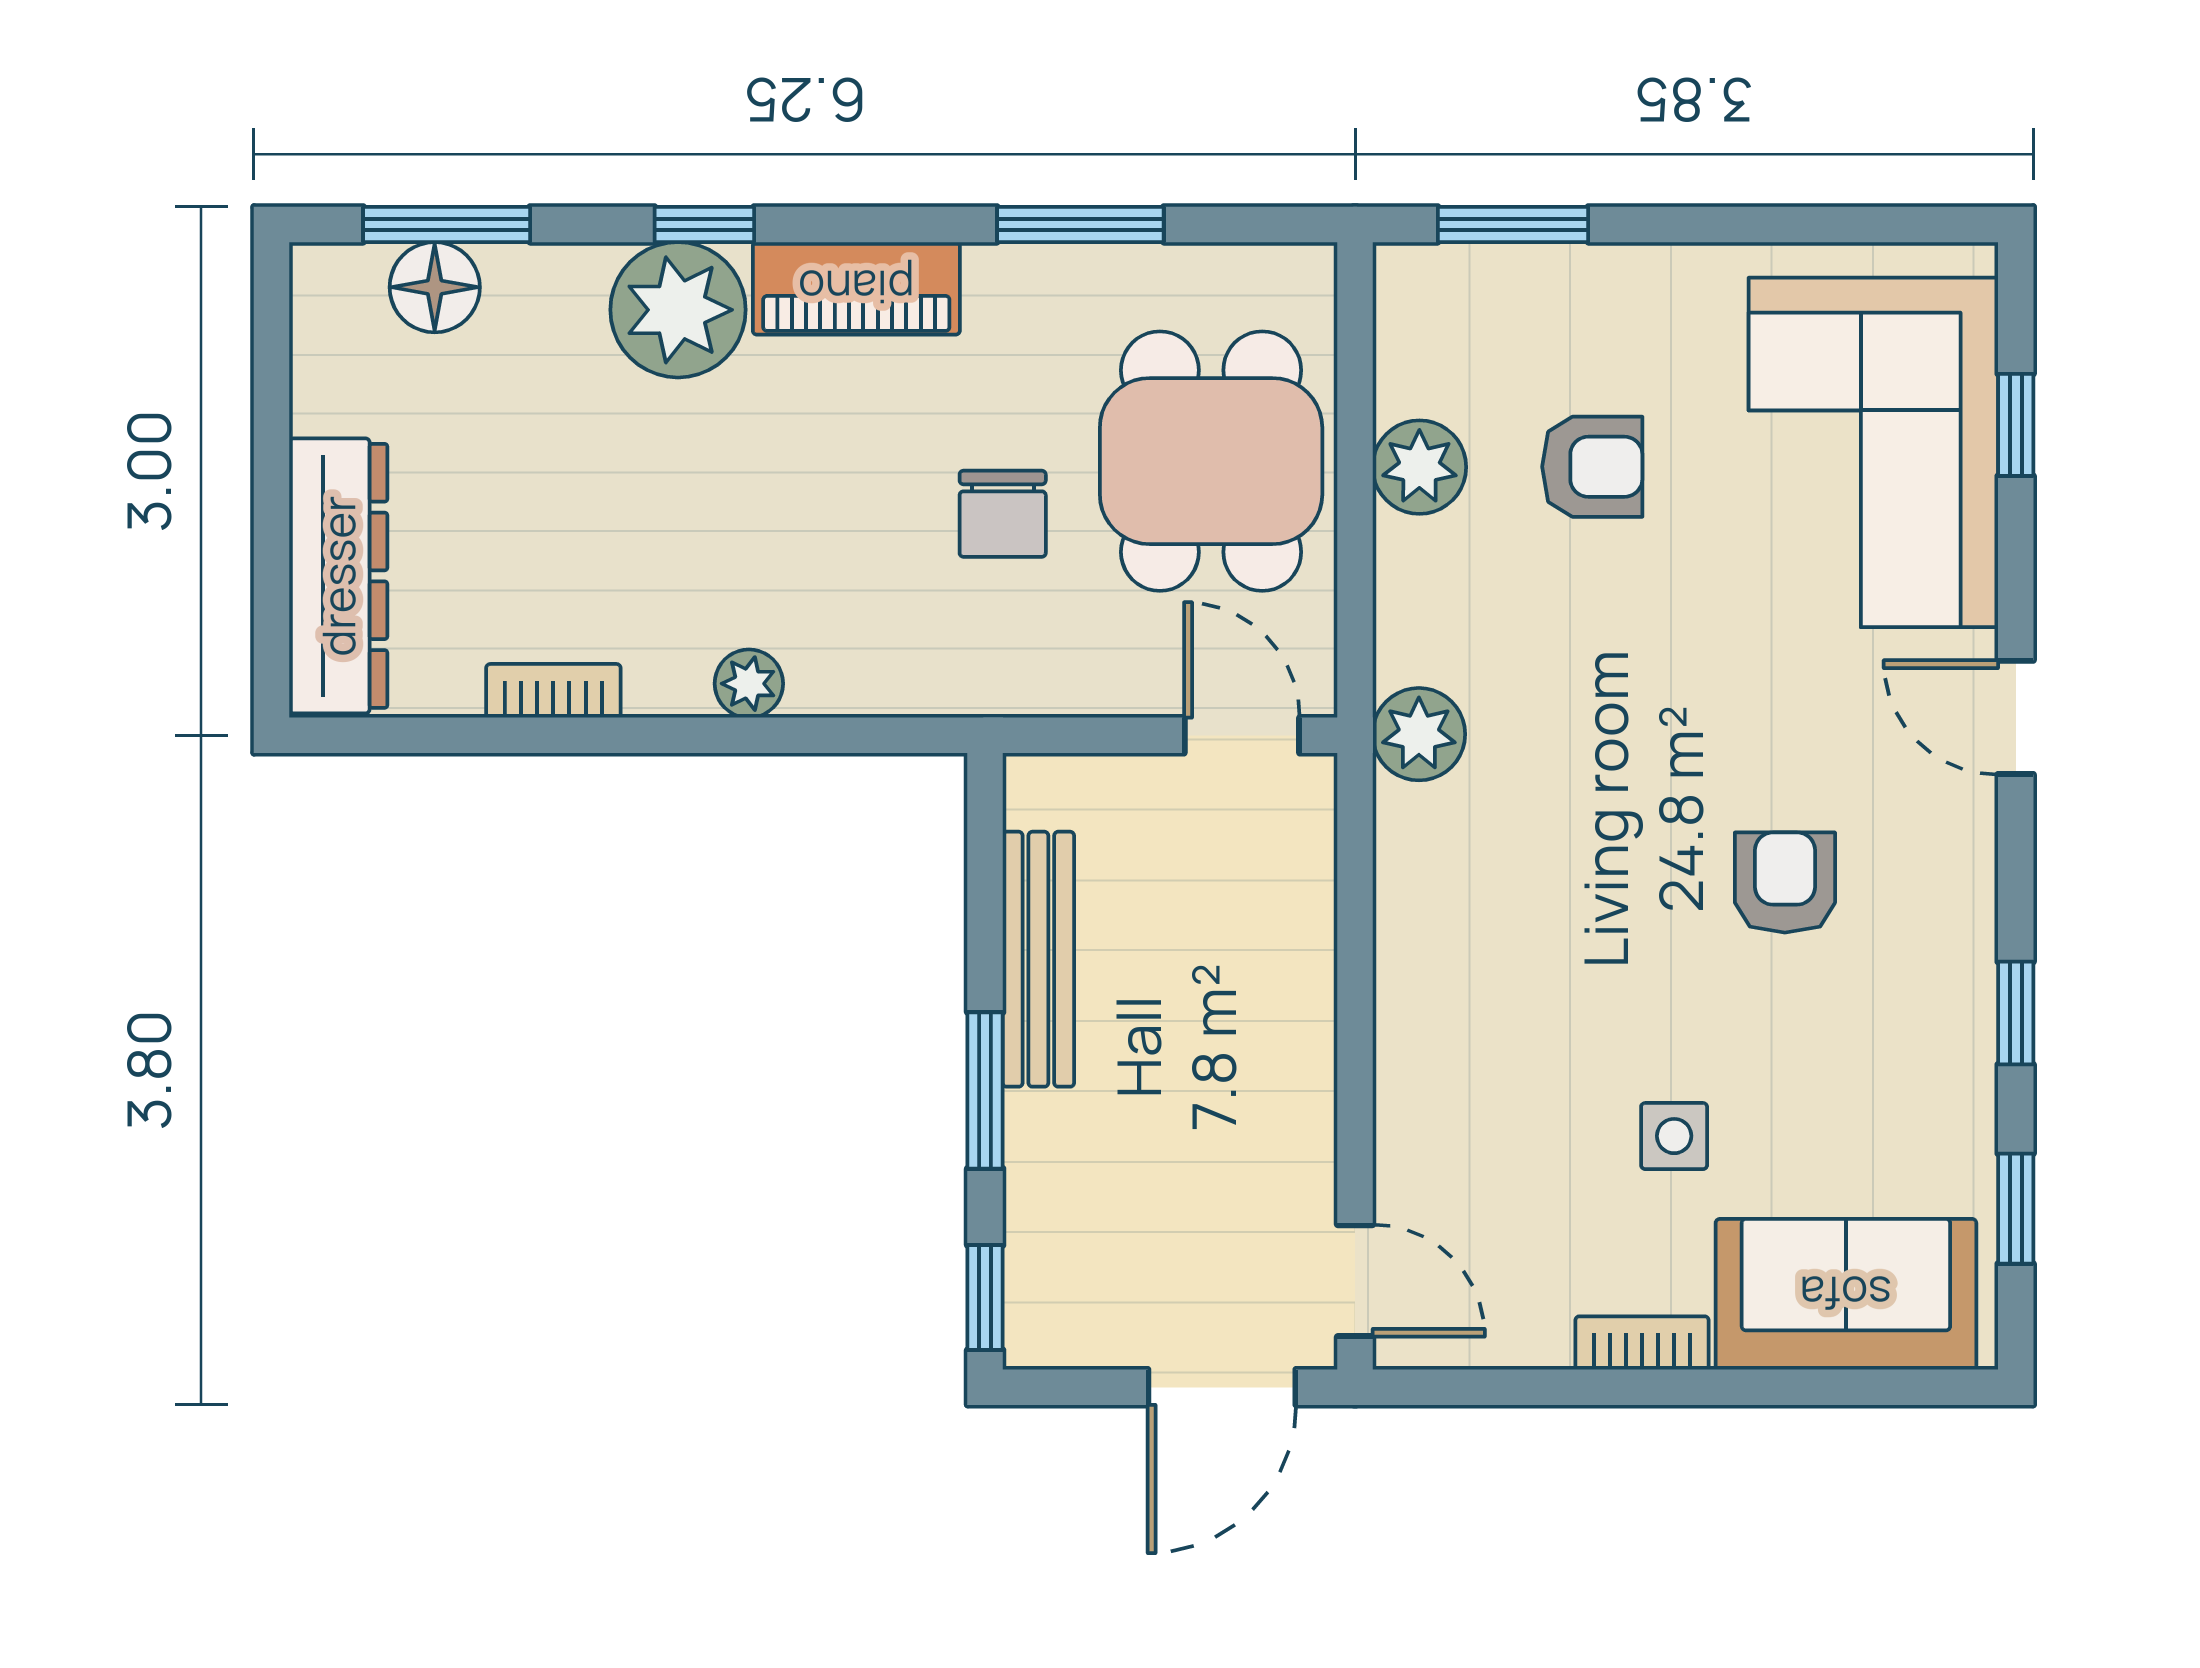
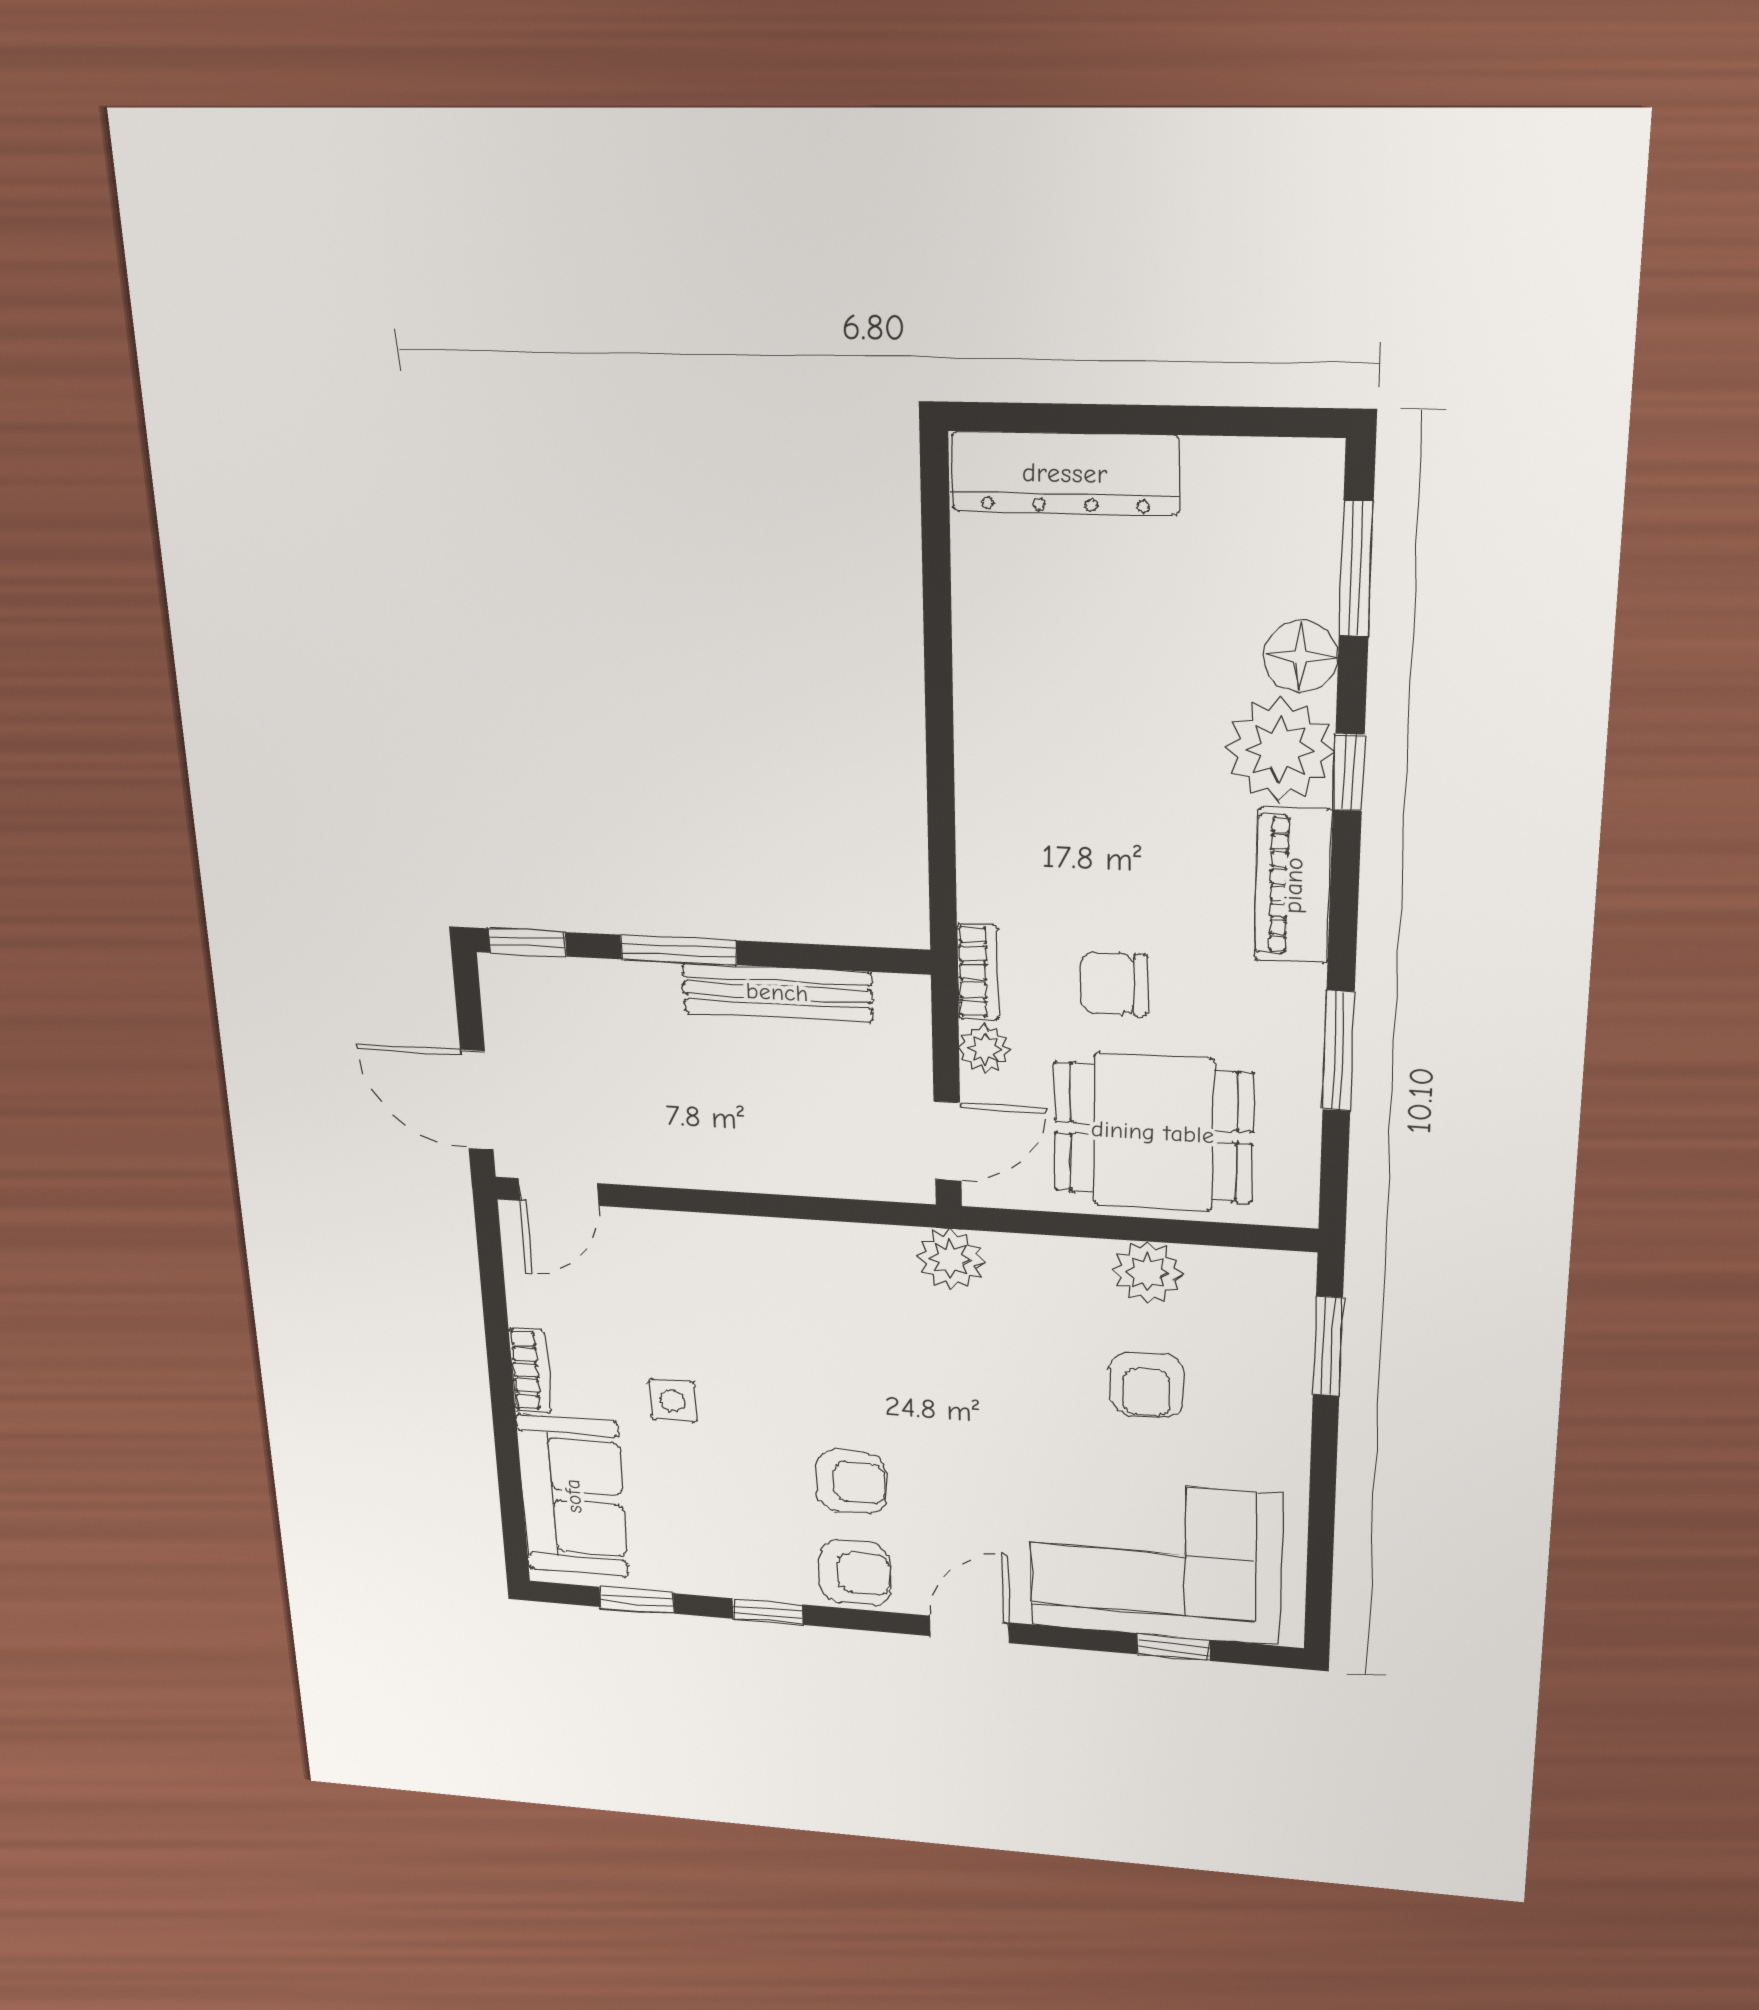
floor lamp: (435, 287) -> (1301, 657), moved
plant: (749, 684) -> (985, 1049), moved
bookcase: (553, 691) -> (978, 972), moved
armchair: (1936, 881) -> (855, 1573), added

